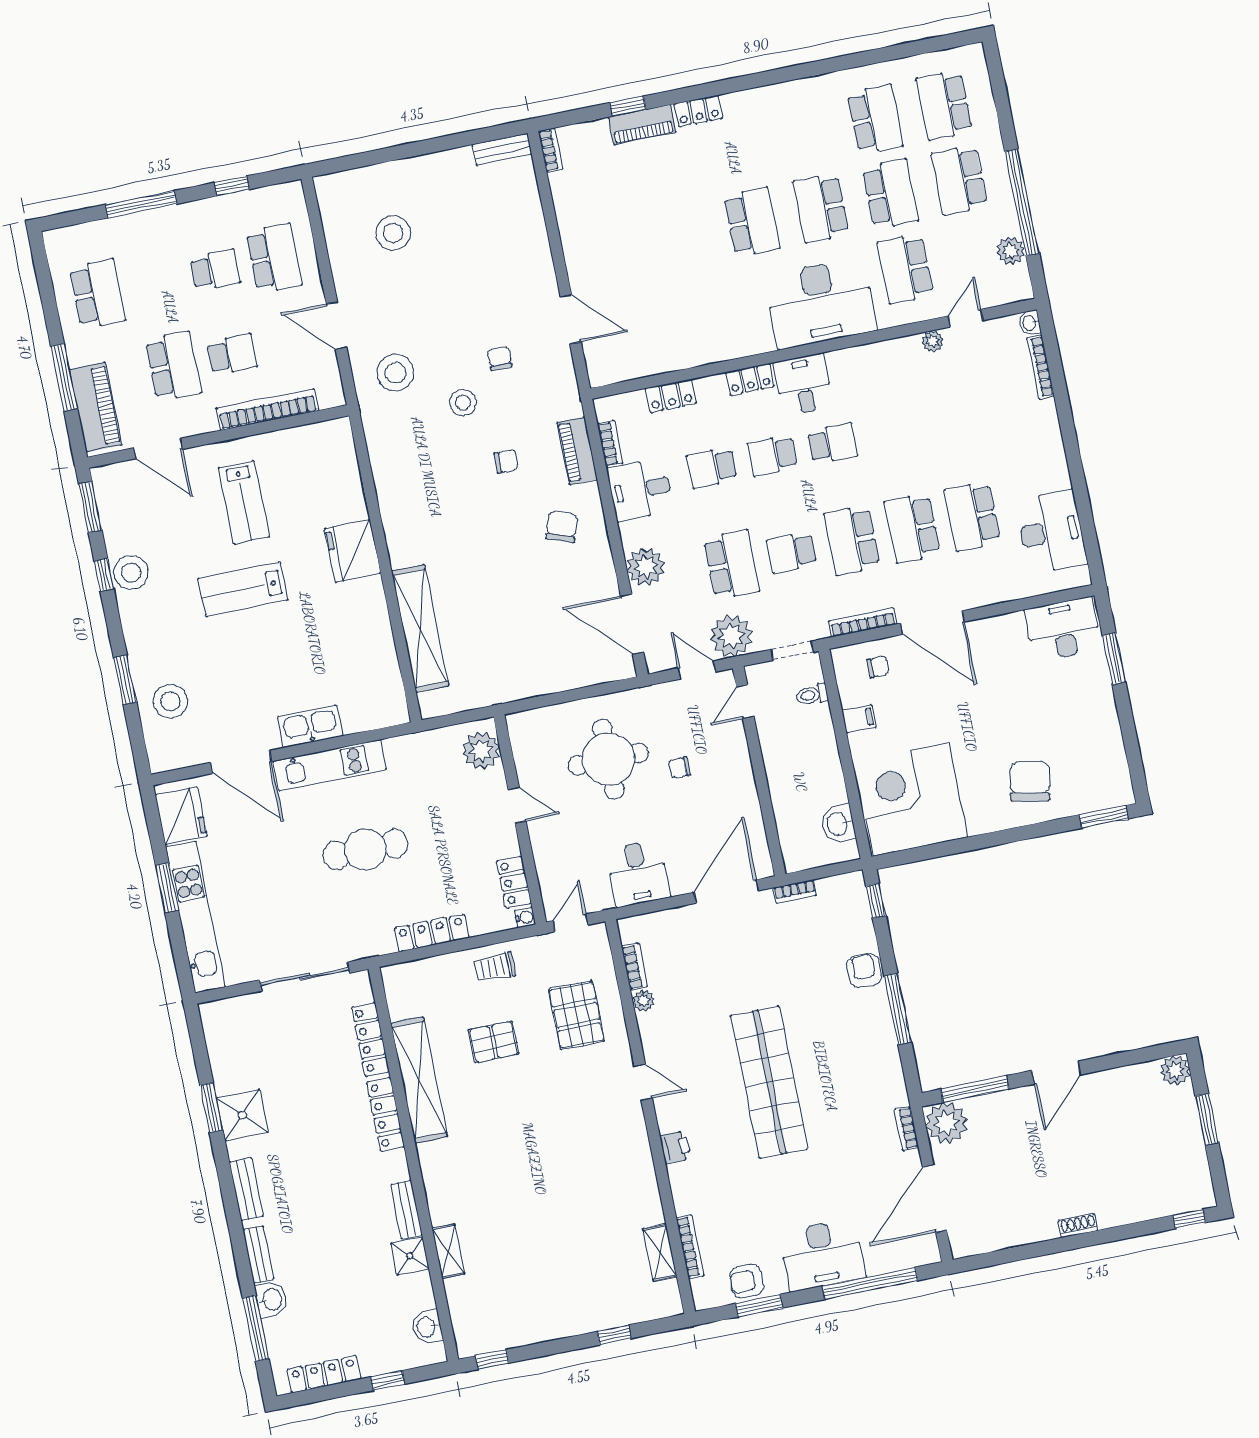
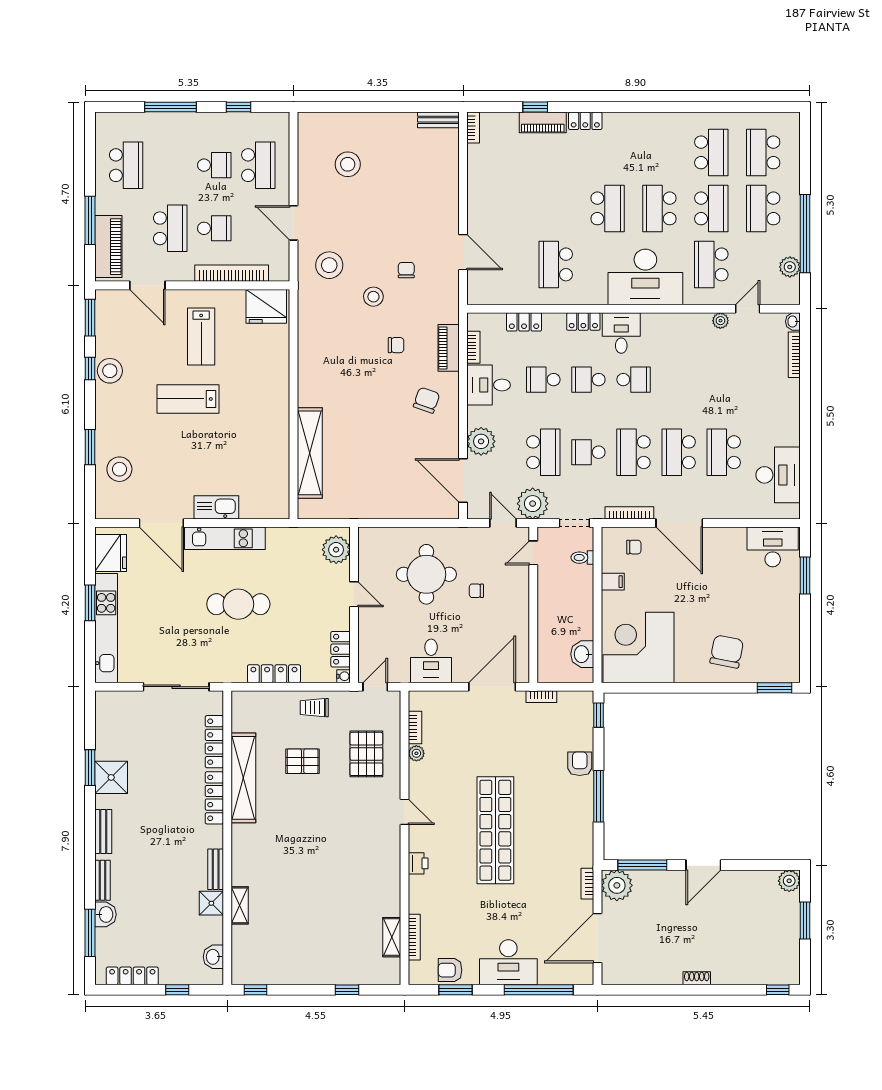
school desk: (698, 311) -> (556, 264), added
fridge: (353, 551) -> (266, 306), moved, turned -90

